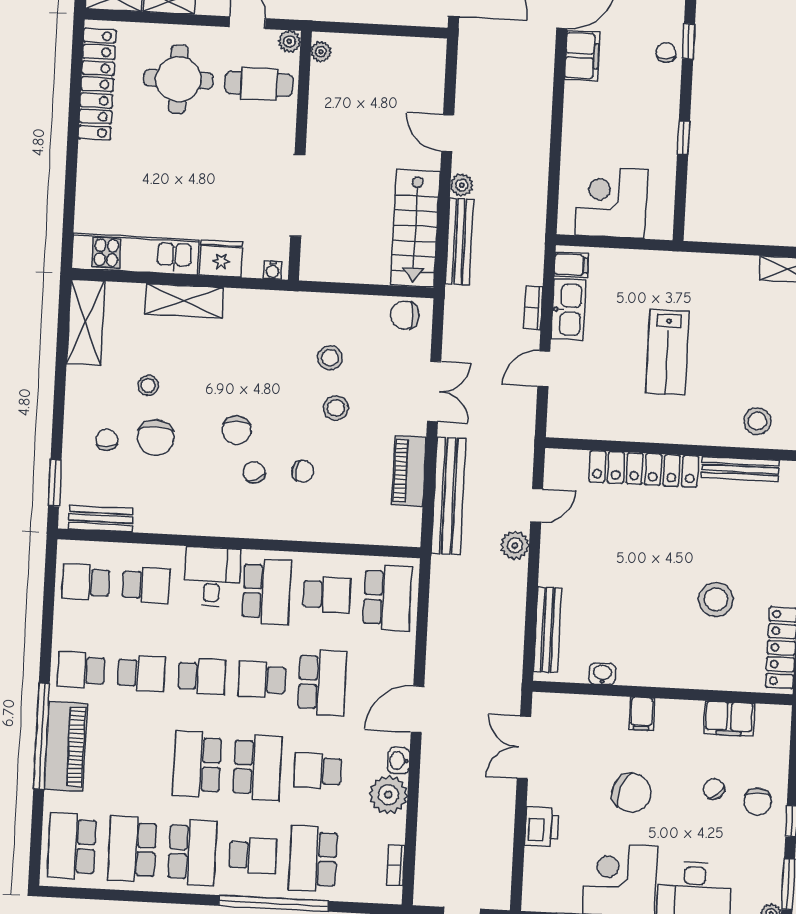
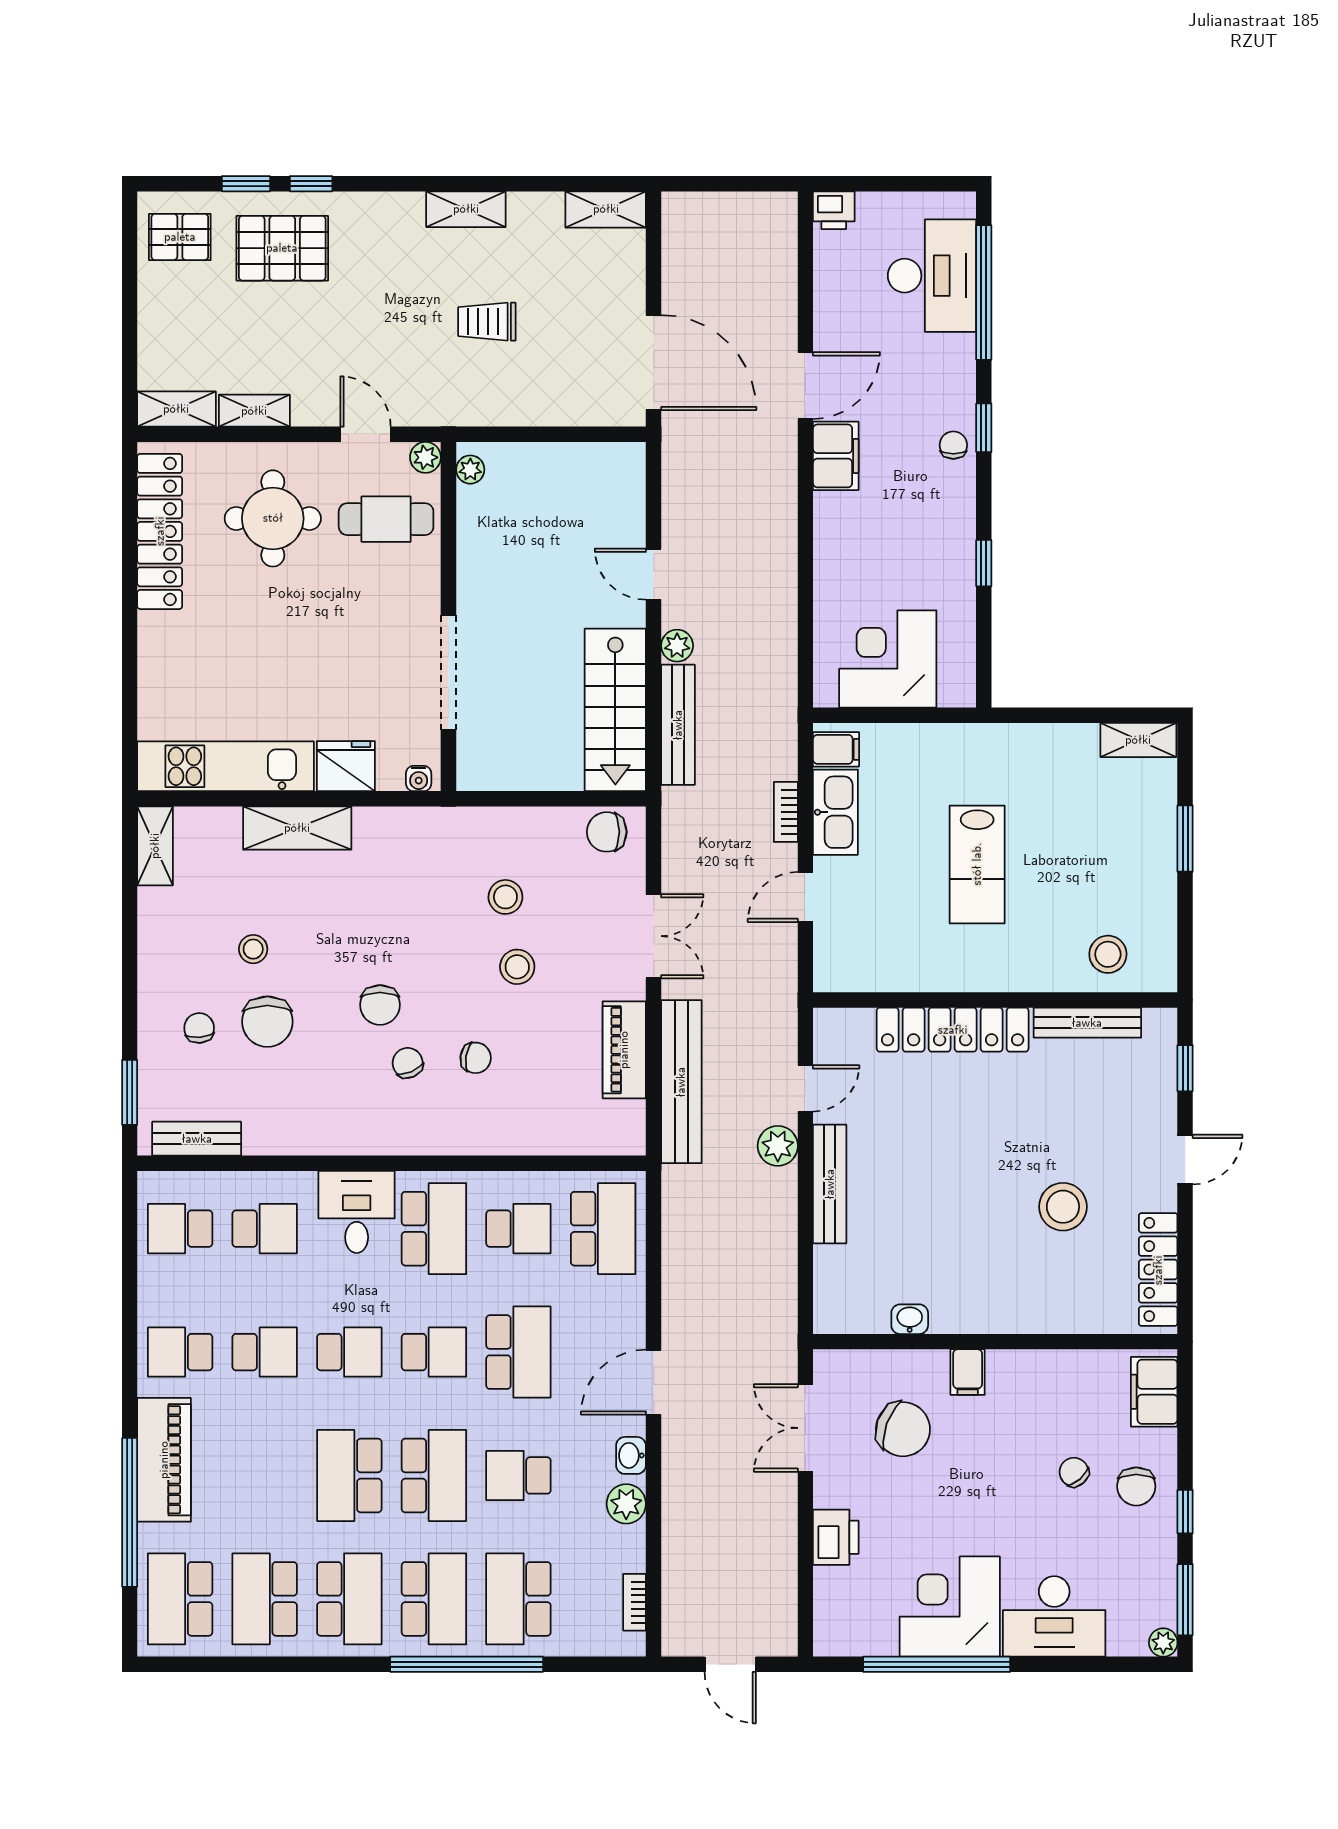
shelving: (86, 323) -> (155, 846), width x0.67, depth x0.75
bench: (548, 630) -> (830, 1184), moved
school desk: (262, 679) -> (434, 1352), turned 180
filing cabinet: (729, 719) -> (1154, 1392), moved, turned 90
window: (42, 736) -> (130, 1512), moved
chair: (632, 793) -> (903, 1429), moved
plant: (388, 795) -> (626, 1504), width x0.73, depth x0.73
school desk: (253, 855) -> (434, 1599), width x1.85

